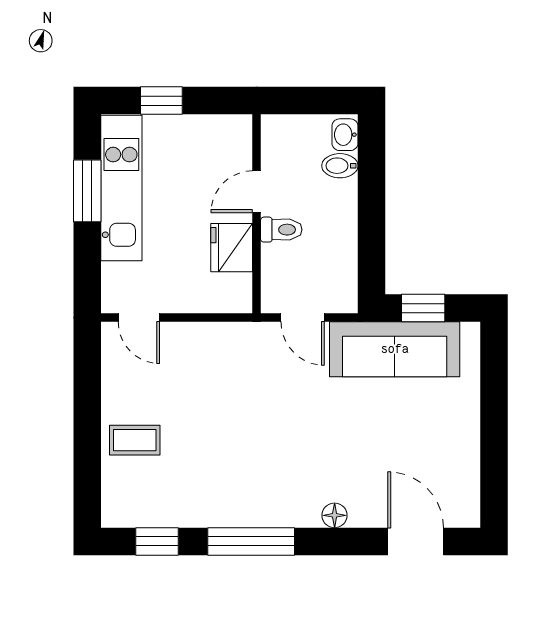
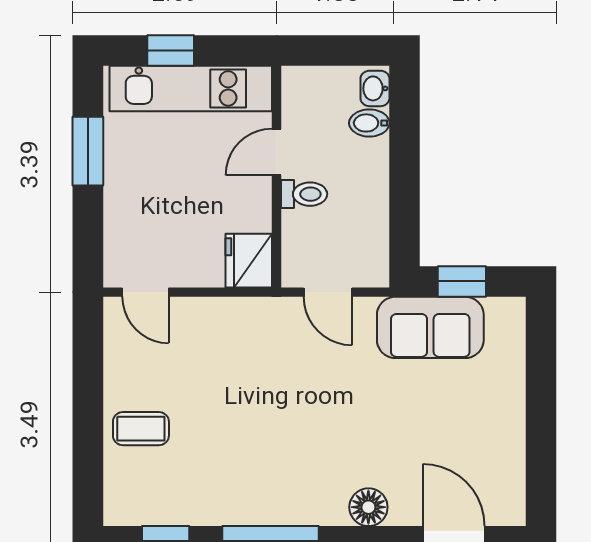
kitchen unit: (121, 188) -> (191, 88), moved, turned 90
fridge: (232, 248) -> (249, 261), moved
sofa: (395, 349) -> (430, 327), width x0.73
floor lamp: (335, 515) -> (368, 507), width x1.37, depth x1.37

